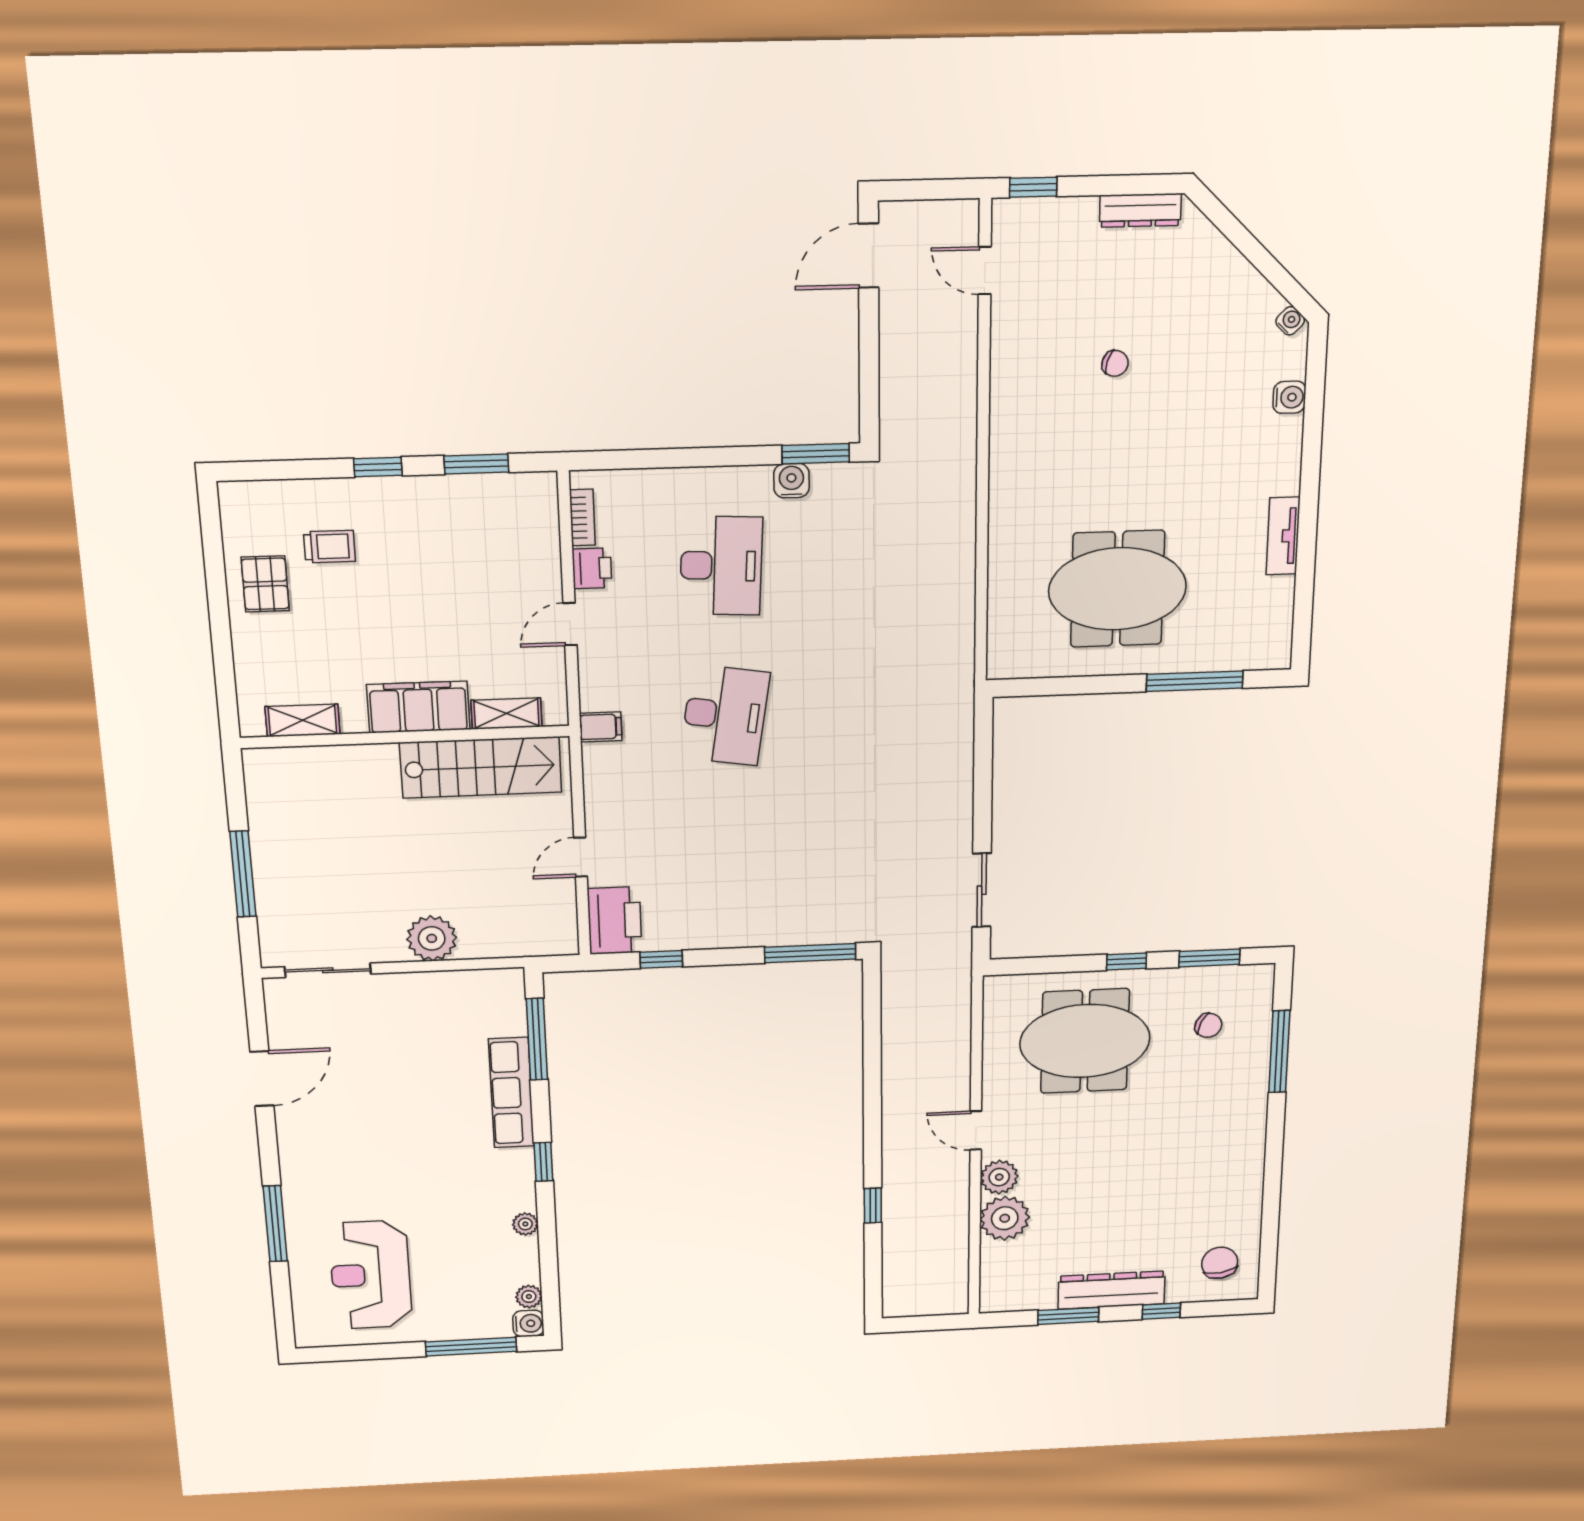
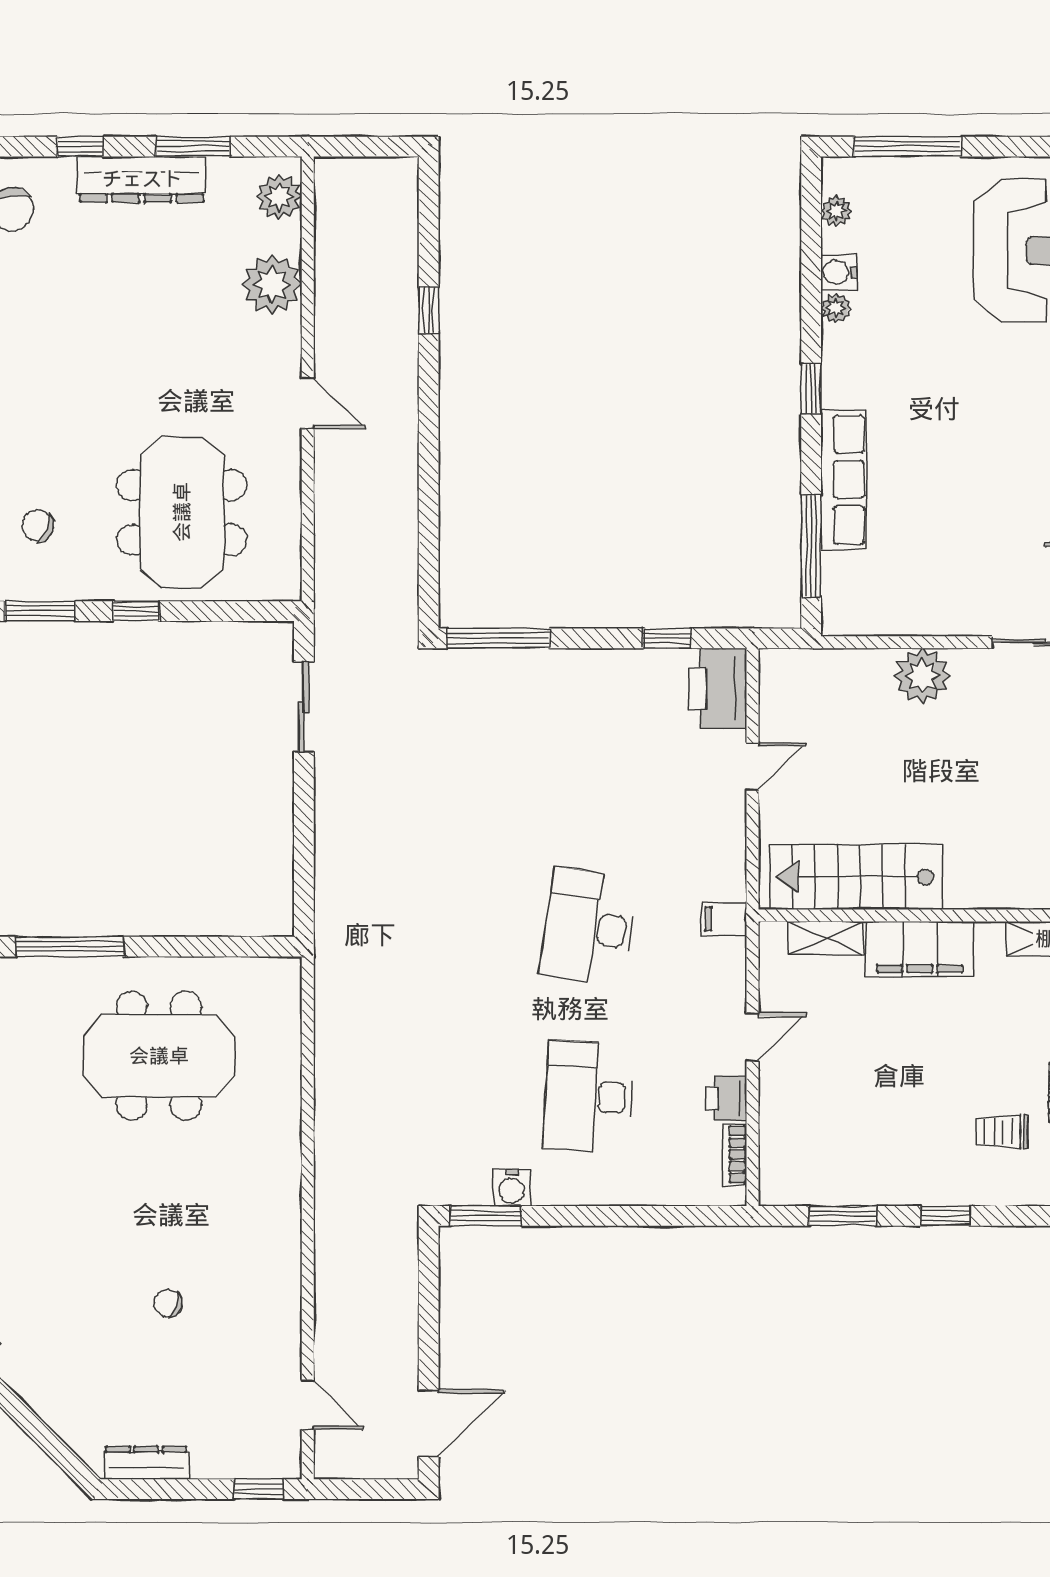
meeting table: (1085, 1041) -> (182, 512), turned 90
plant: (999, 1177) -> (279, 197), moved
water cooler: (528, 1323) -> (839, 272), moved

